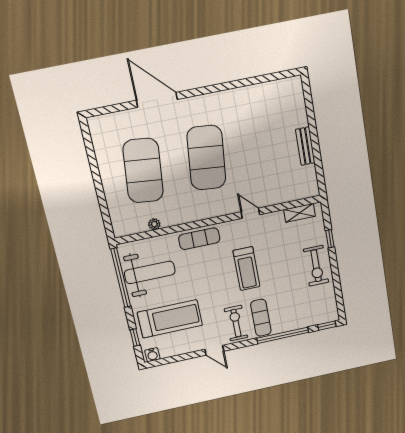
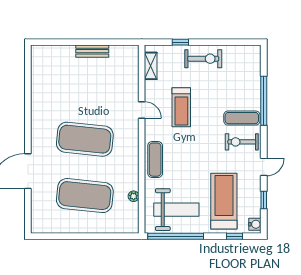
door: (250, 213) -> (142, 110), swing flipped
treadmill: (246, 269) -> (181, 107), moved, turned 90
weight bench: (150, 272) -> (176, 210), turned 90
window: (327, 326) -> (264, 200), moved

